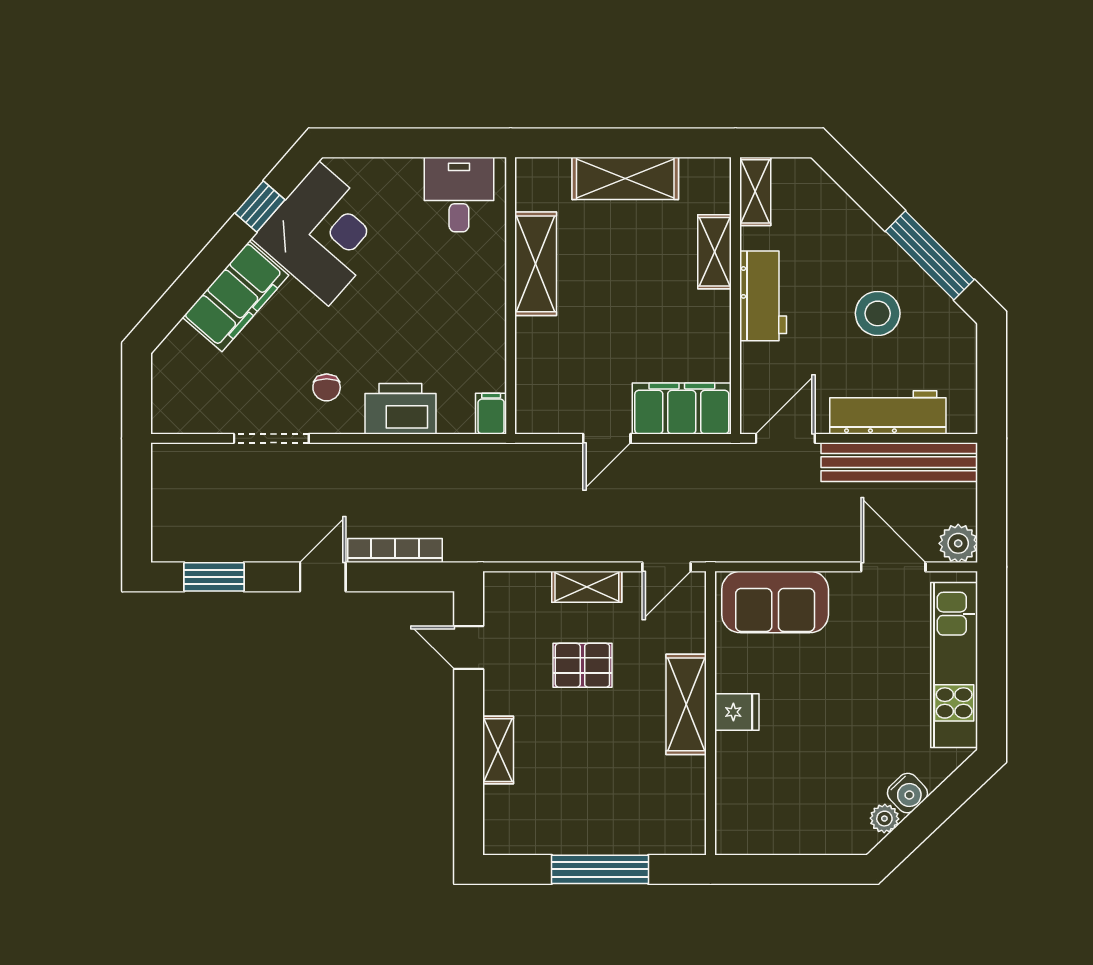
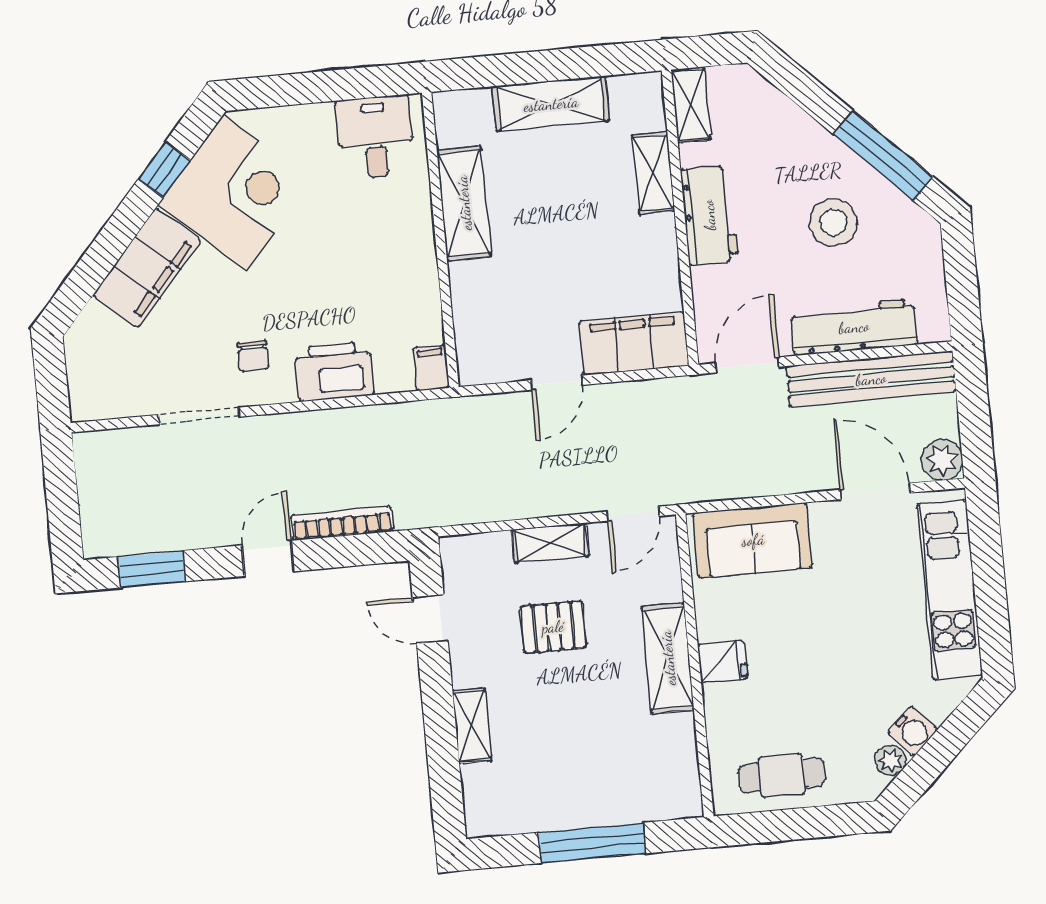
cafe table: (782, 823) -> (782, 775), added

